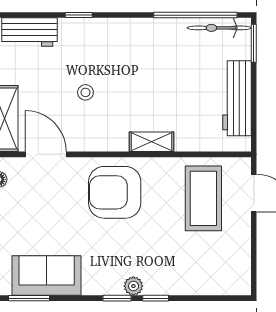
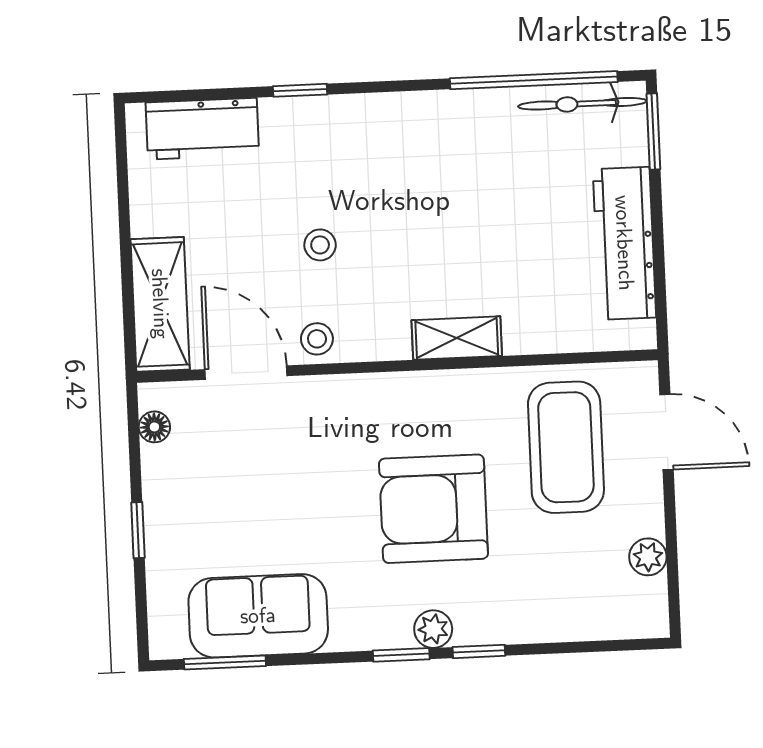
stool: (82, 139) -> (317, 339), added
armchair: (115, 192) -> (433, 509), moved
plant: (242, 255) -> (648, 557), added

